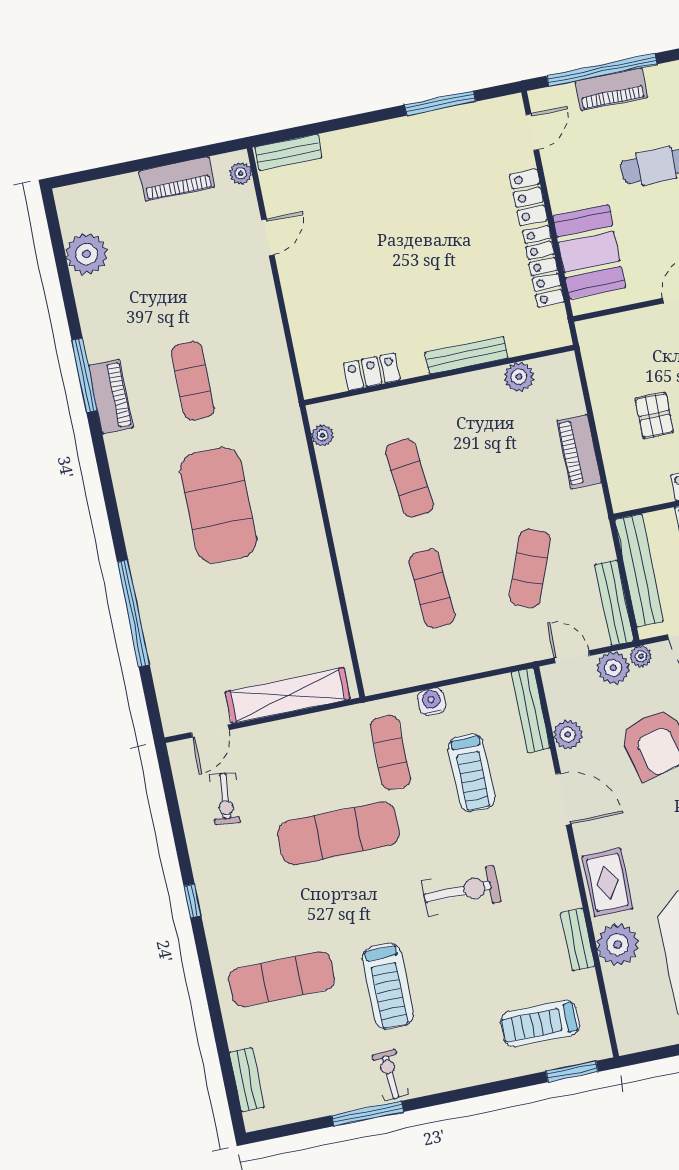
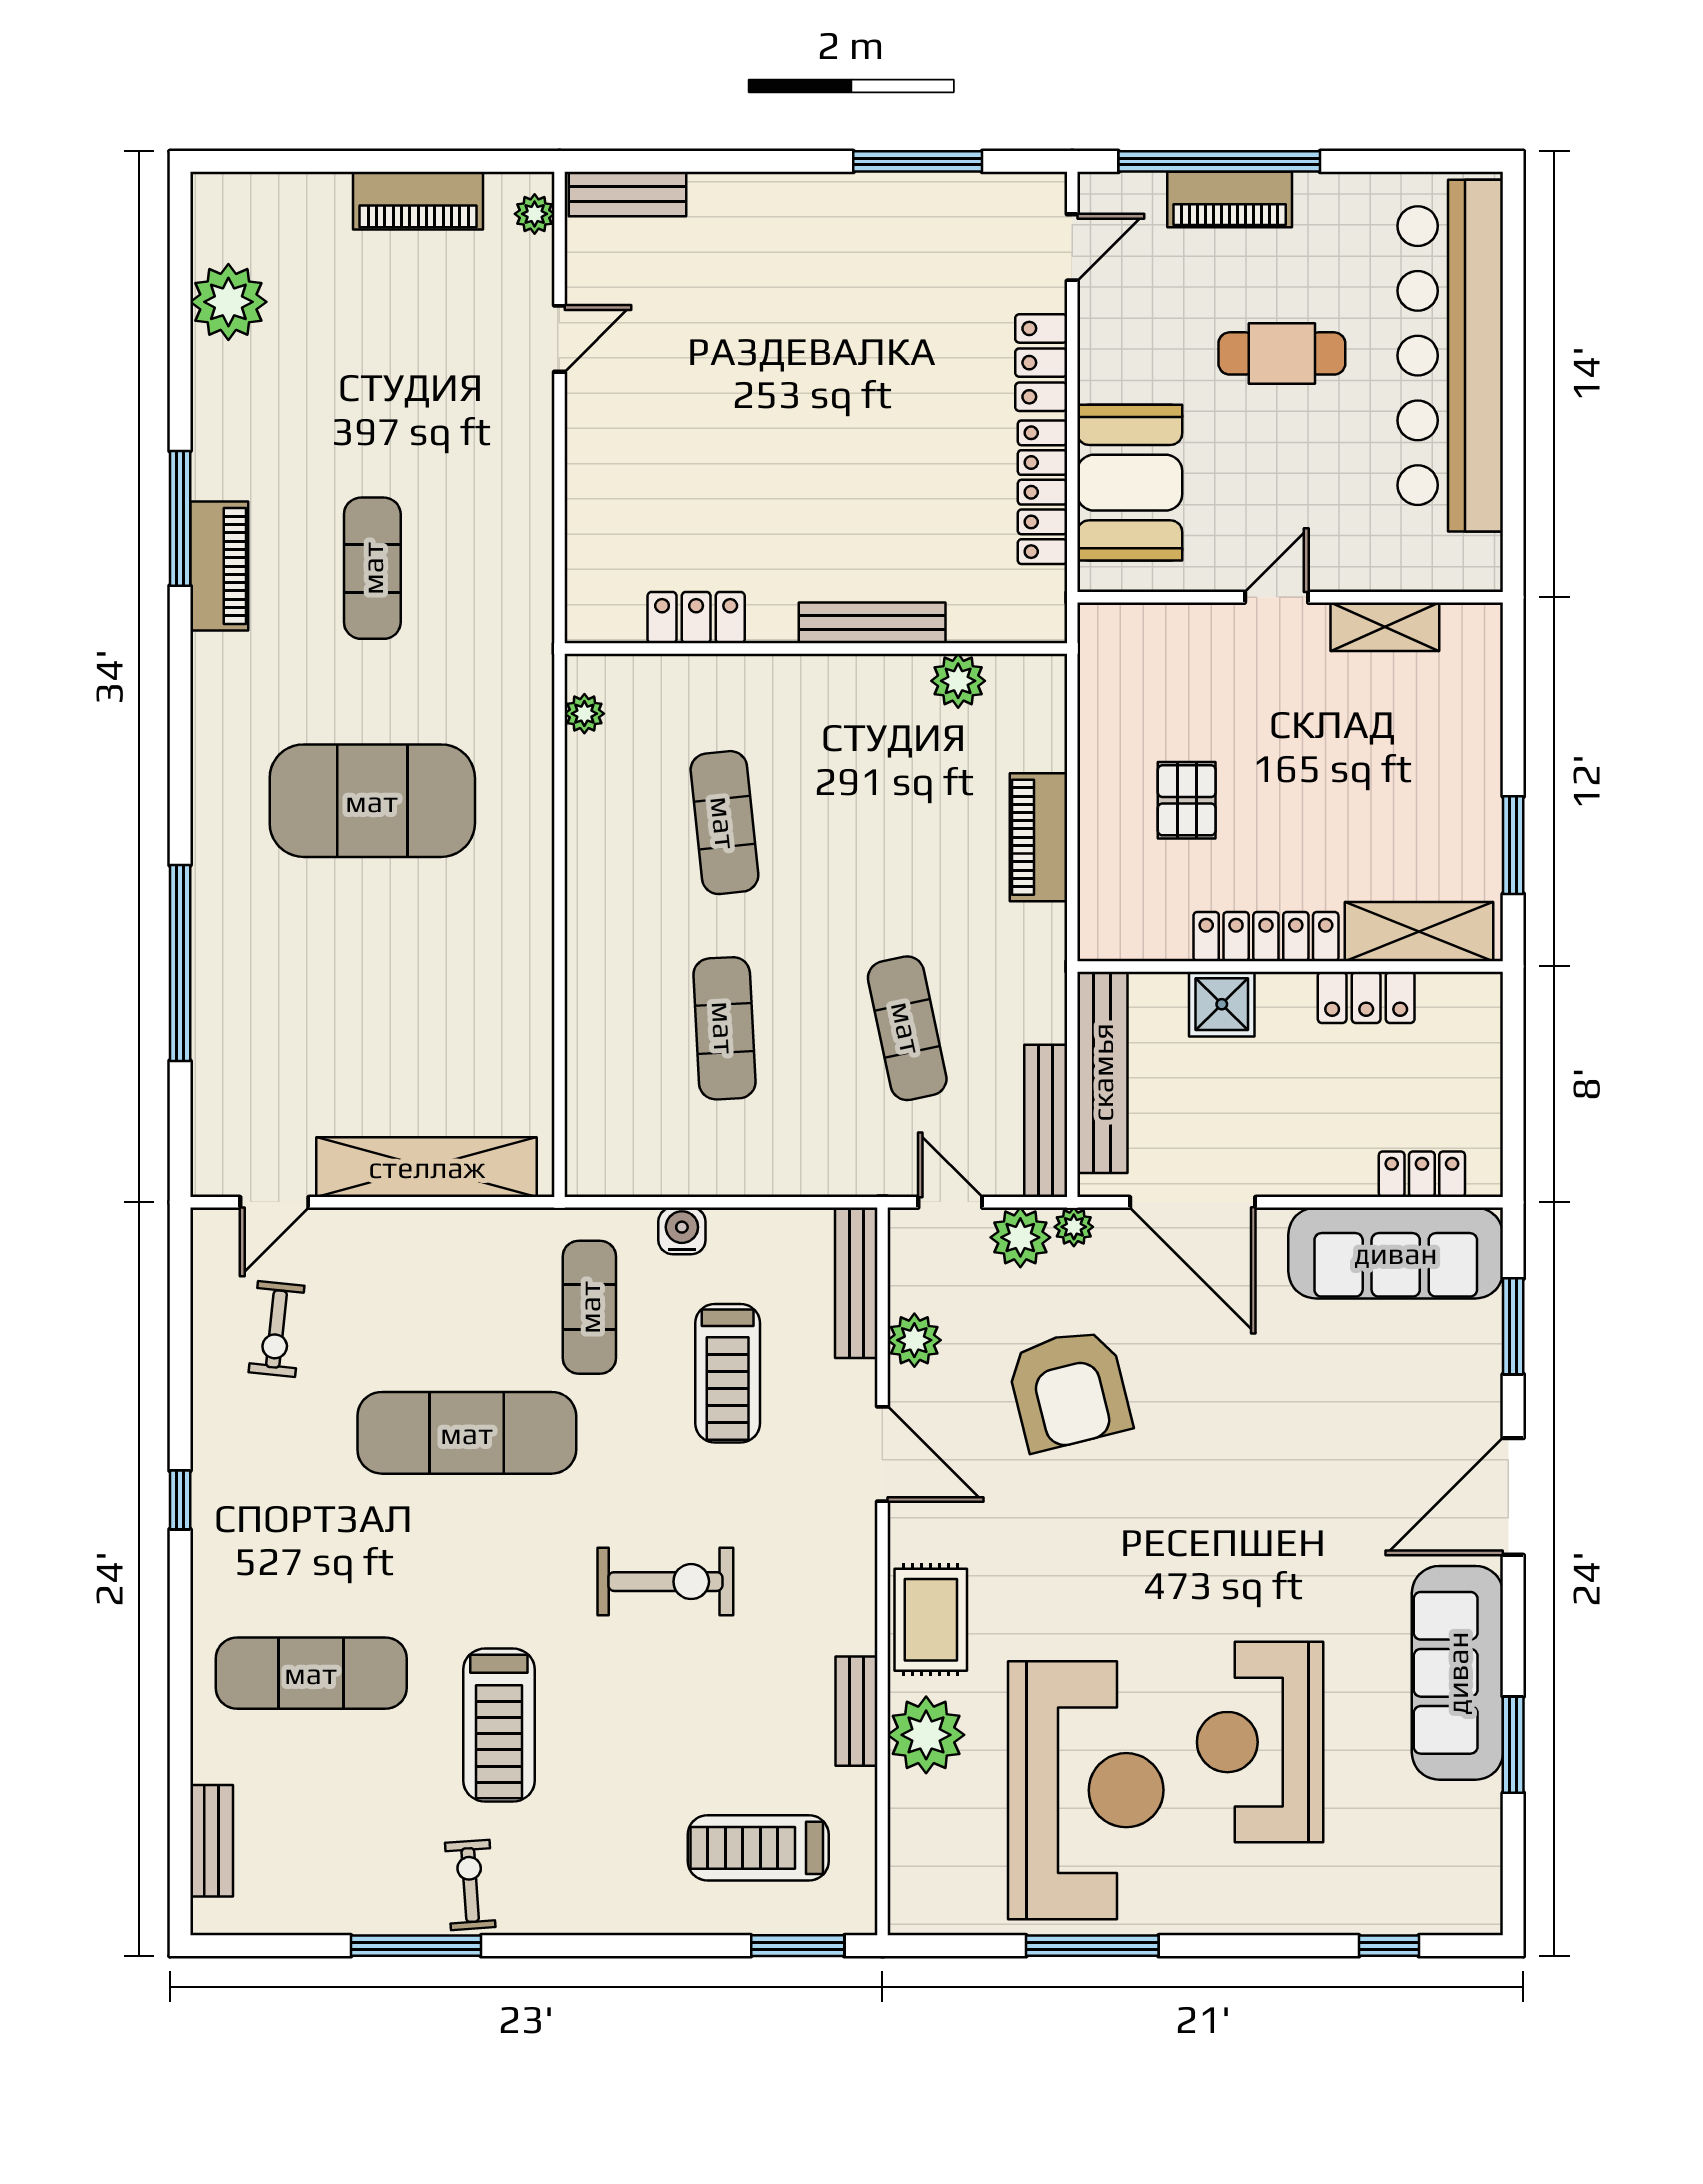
exercise mat: (218, 505) -> (372, 801), turned 90
exercise mat: (530, 568) -> (907, 1028), turned -33

